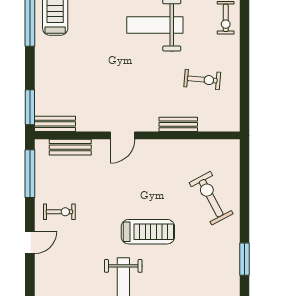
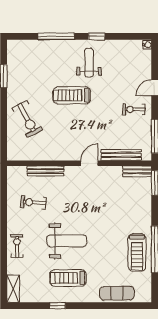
bench: (178, 124) -> (46, 171), width x1.36
bench: (70, 147) -> (121, 155), width x1.36

